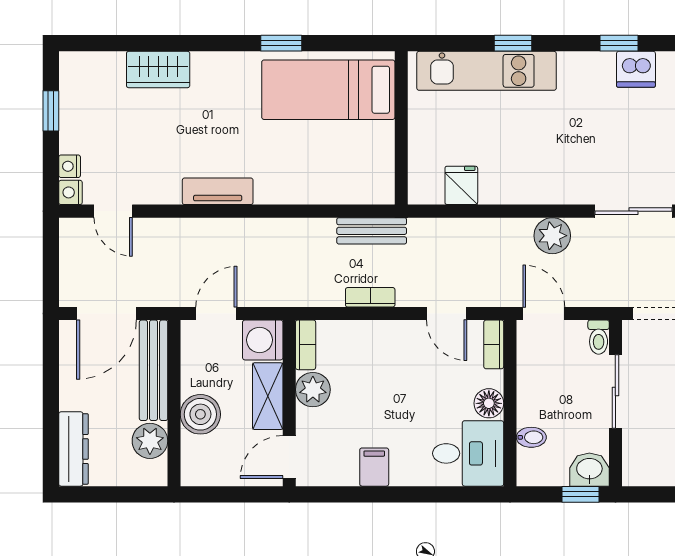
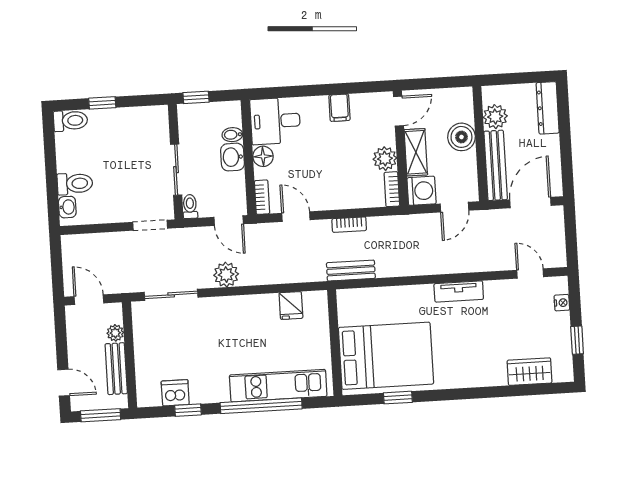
window: (281, 43) -> (398, 398), moved
window: (513, 43) -> (261, 406), width x3.17
wardrobe: (158, 69) -> (530, 372), moved
bed: (328, 90) -> (386, 356), width x1.50
nightstand: (70, 192) -> (560, 285), removed
washbasin: (589, 470) -> (232, 157), moved, turned 90

